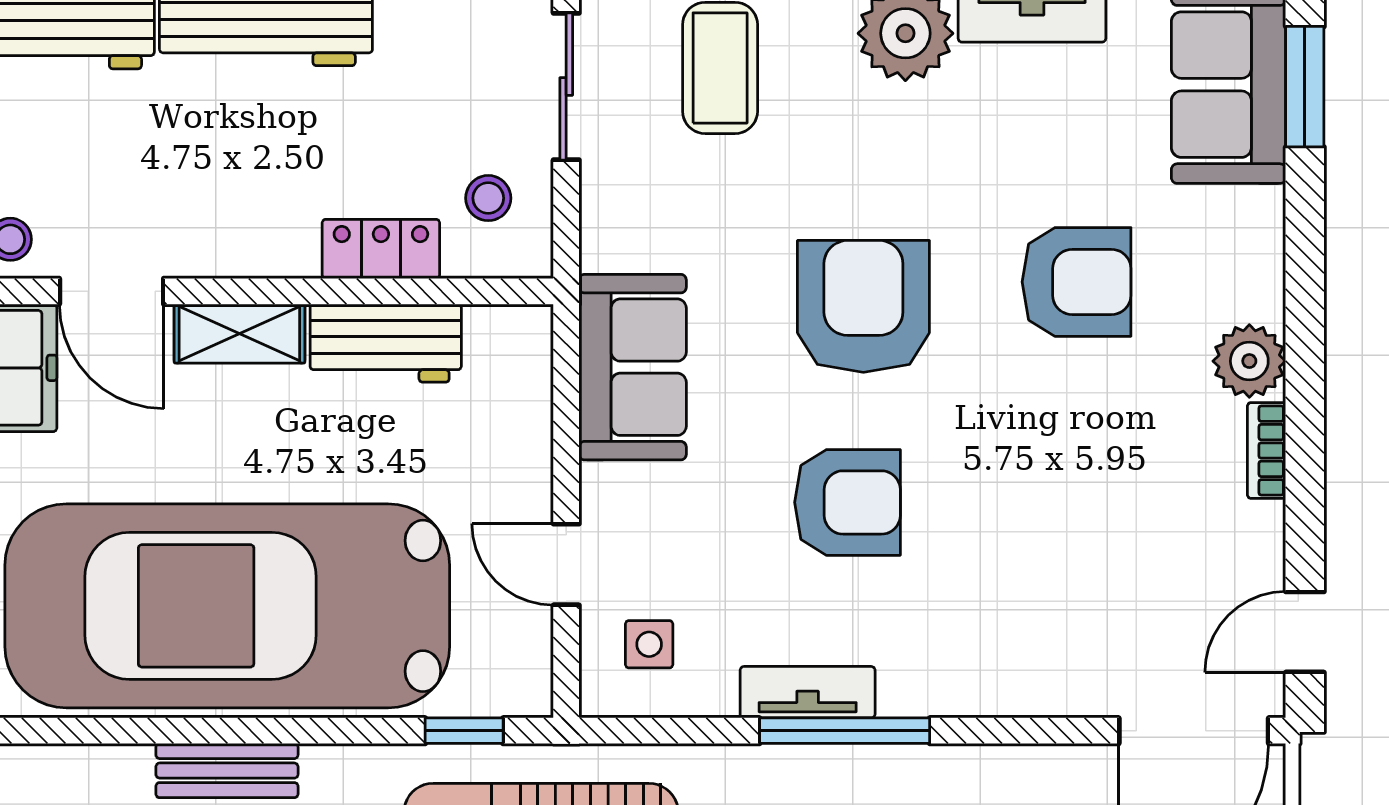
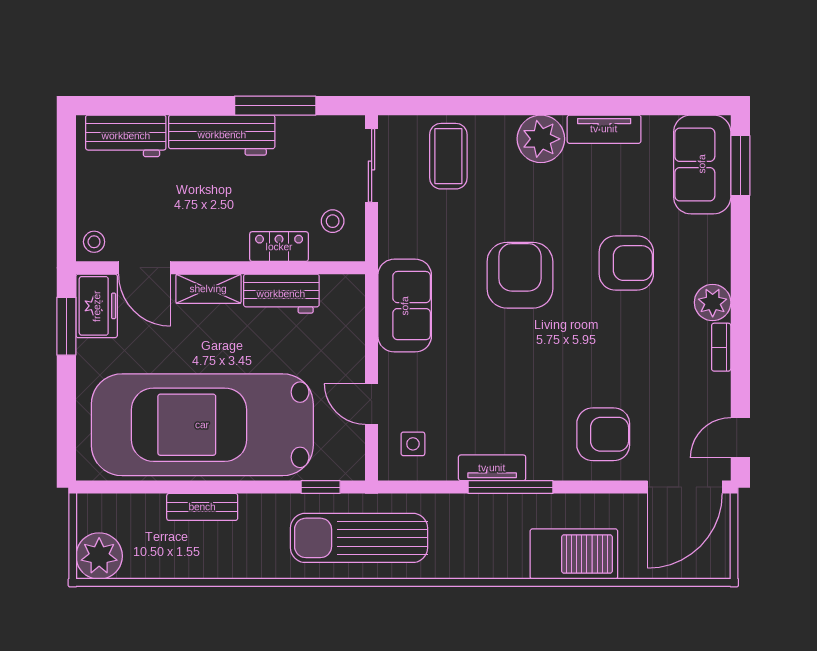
armchair: (847, 502) -> (603, 434), moved

